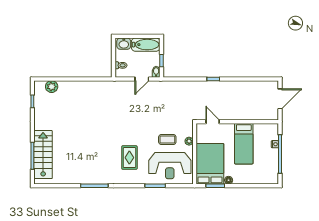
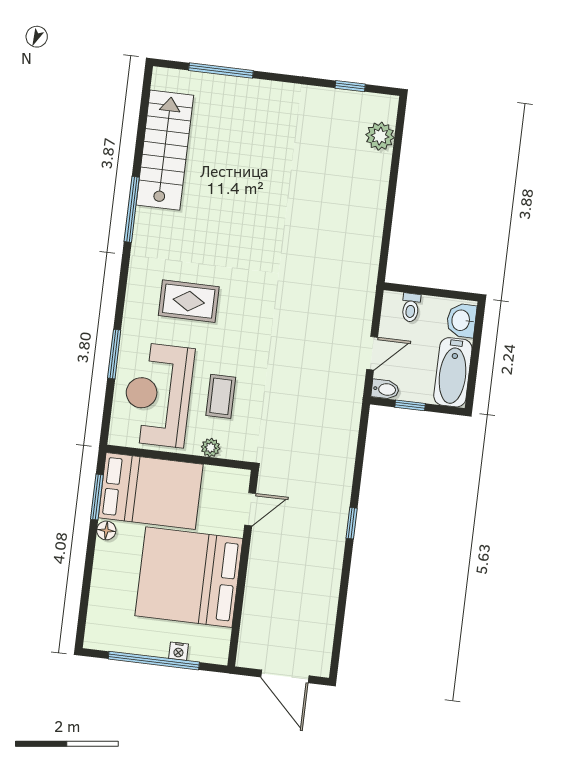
door: (142, 79) -> (372, 353), swing flipped
bed: (244, 144) -> (189, 577), width x2.04
stairs: (43, 155) -> (165, 150), moved, turned -90

